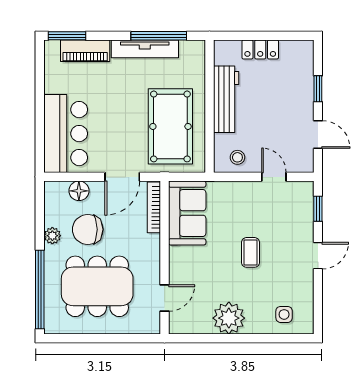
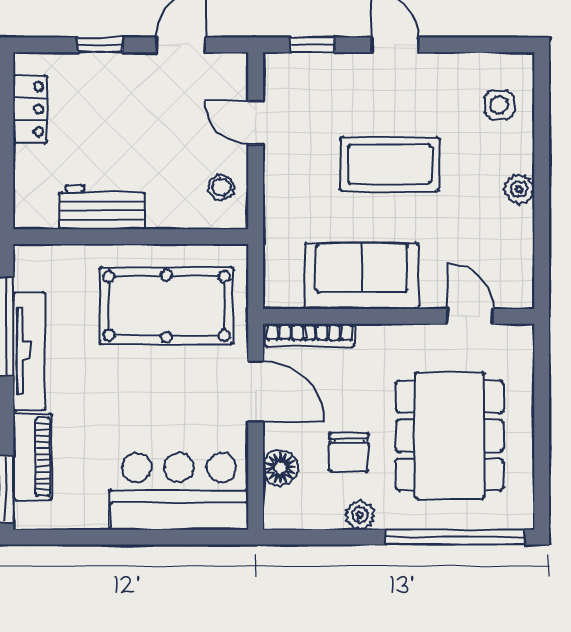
locker: (260, 49) -> (30, 109), moved
workbench: (226, 99) -> (102, 207), width x0.73
door: (274, 177) -> (256, 123), hinge flipped
sofa: (187, 213) -> (362, 276), moved
chair: (88, 229) -> (349, 452), width x0.73, depth x0.73
coffee table: (250, 252) -> (390, 164), width x1.86, depth x1.72
plant: (229, 318) -> (519, 189), width x0.53, depth x0.53

